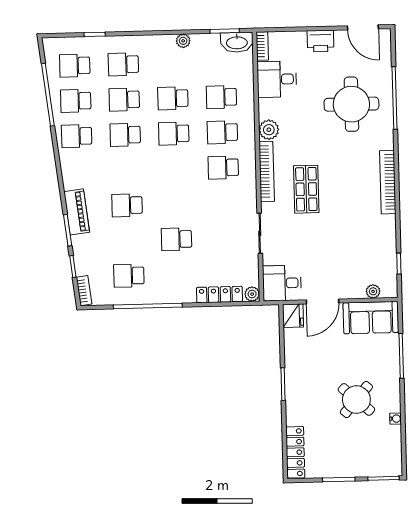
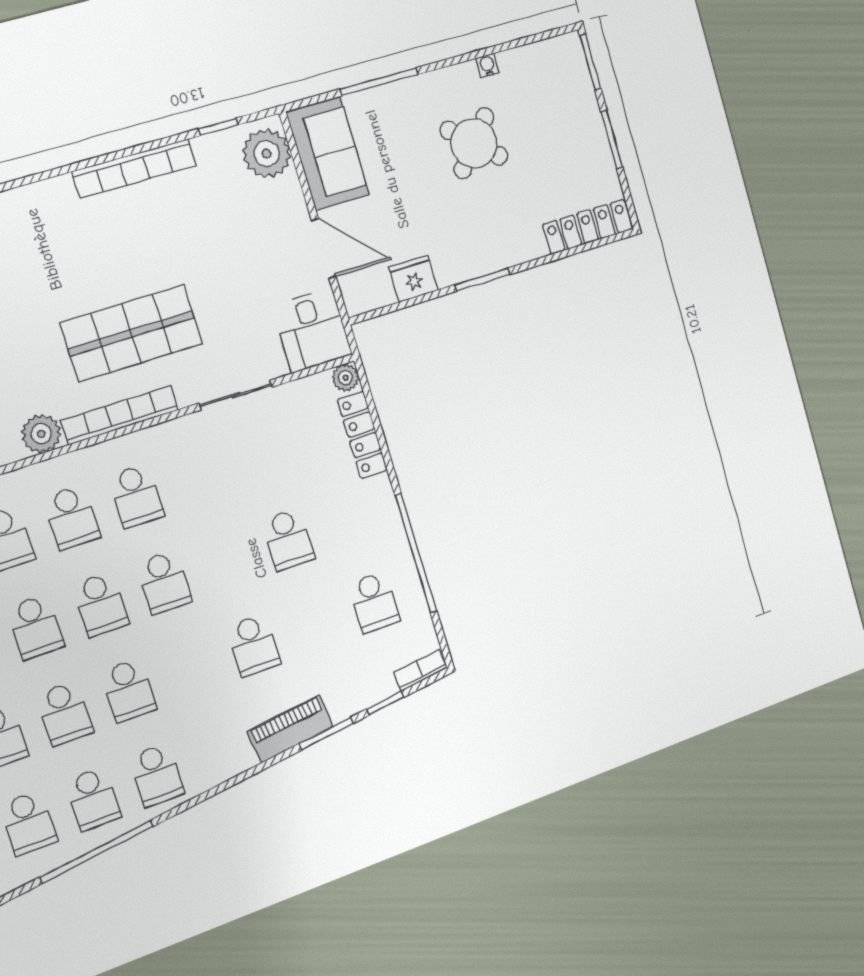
school desk: (175, 169) -> (164, 582), added
bookcase: (388, 182) -> (134, 168), moved
shop shelf: (306, 189) -> (132, 333), width x1.43, depth x1.36
plant: (373, 291) -> (267, 153), width x1.87, depth x1.87
fridge: (293, 316) -> (413, 279), moved

